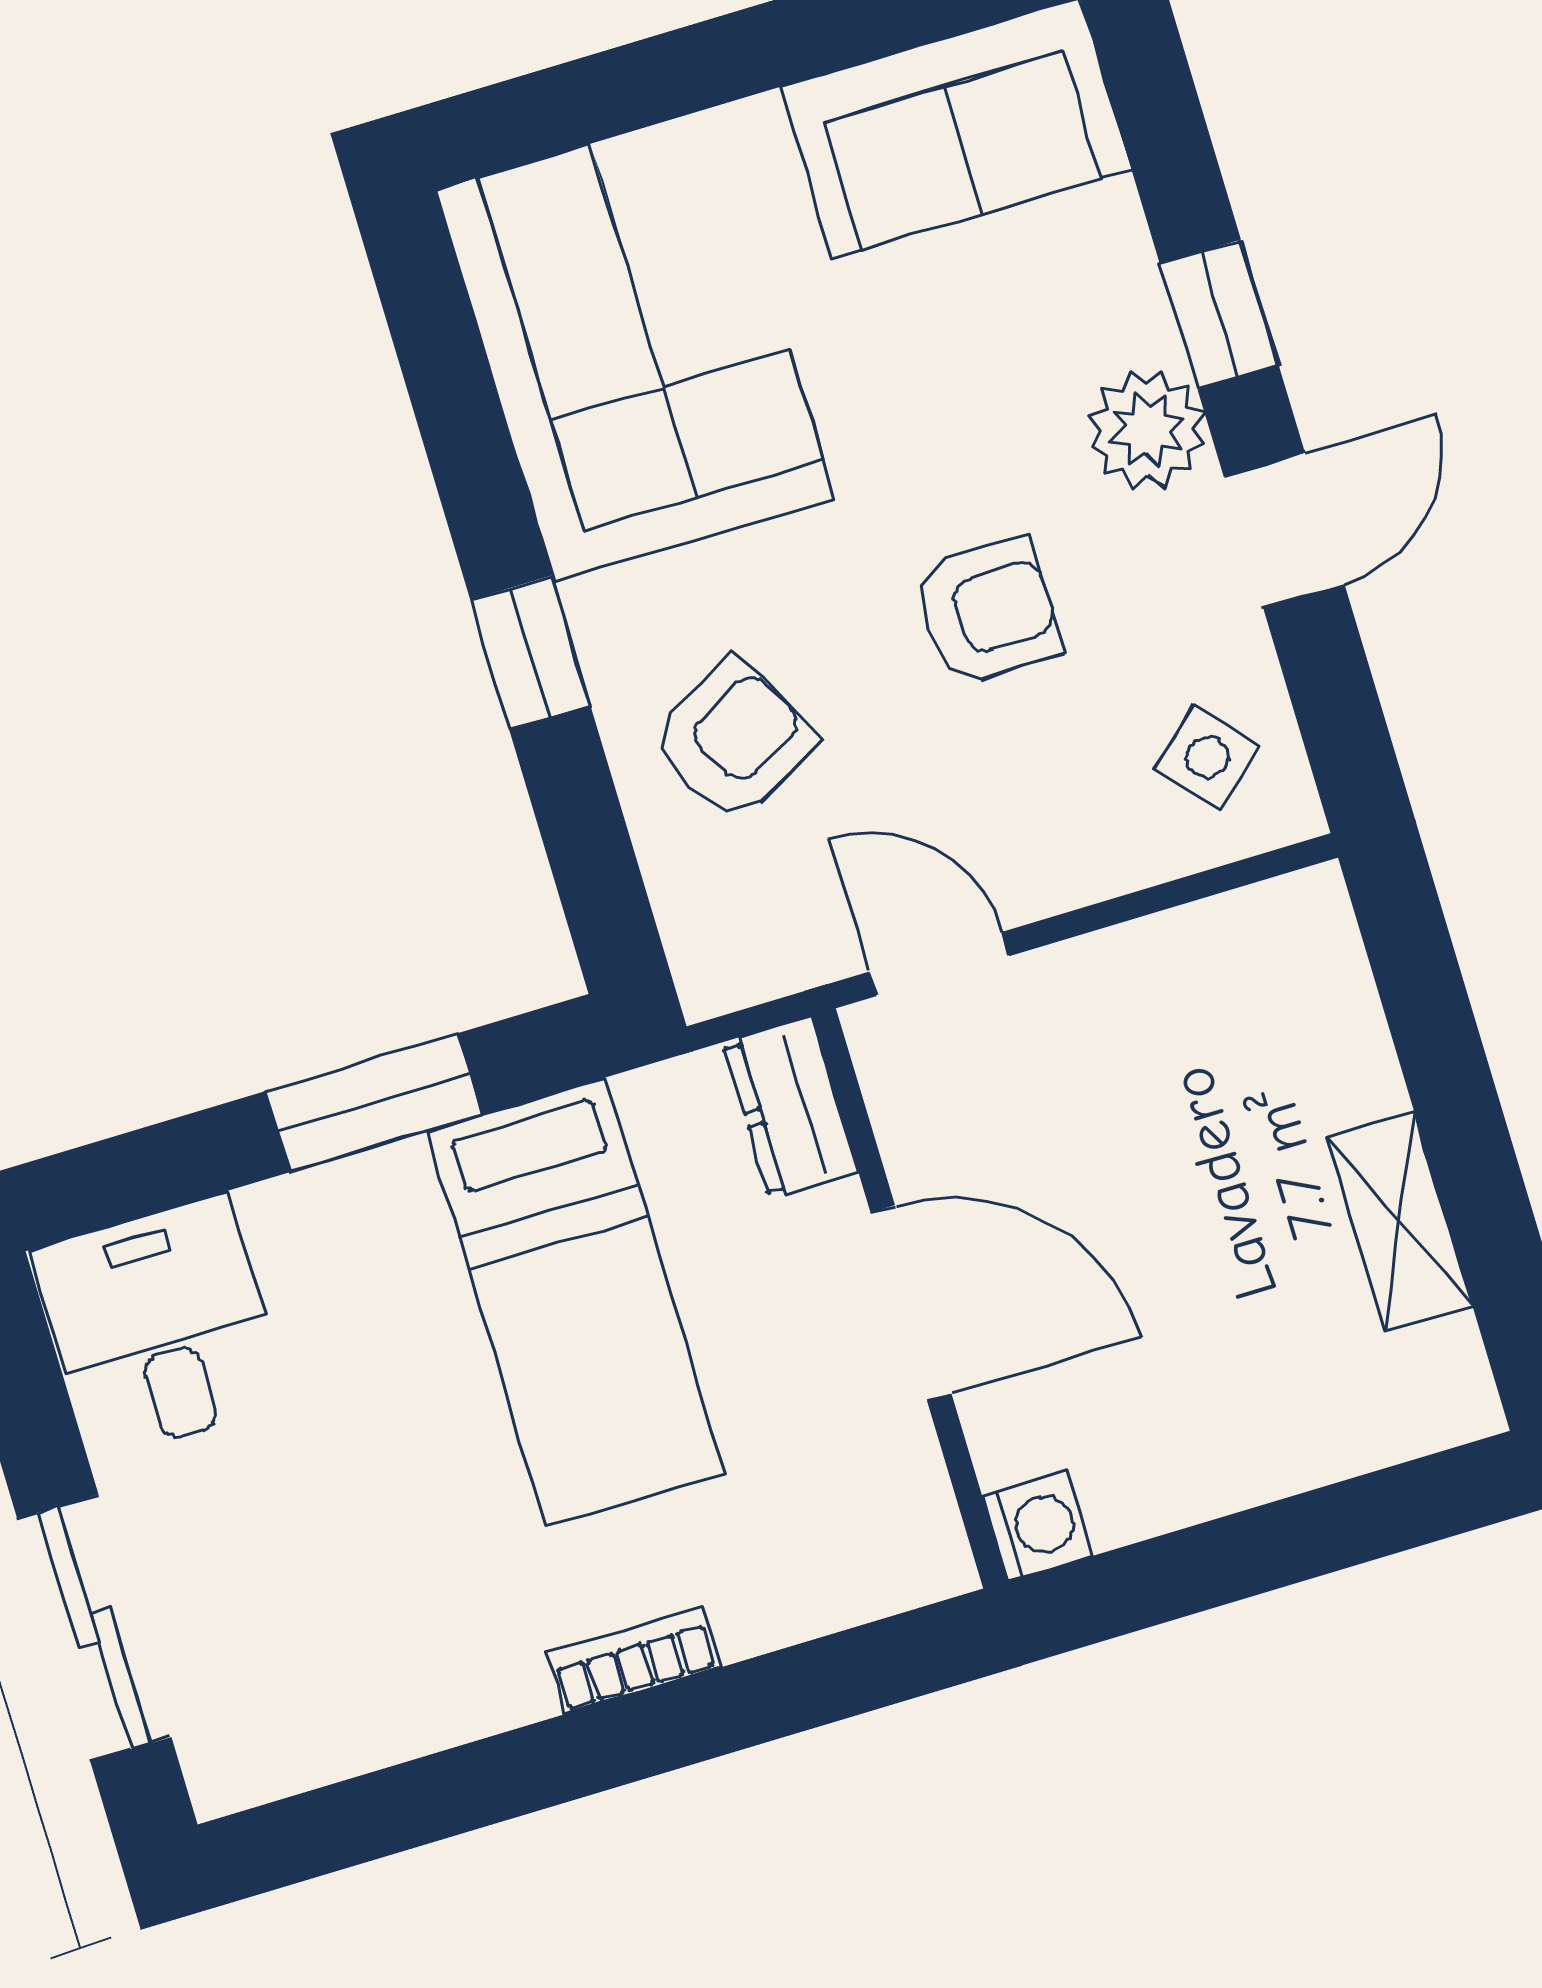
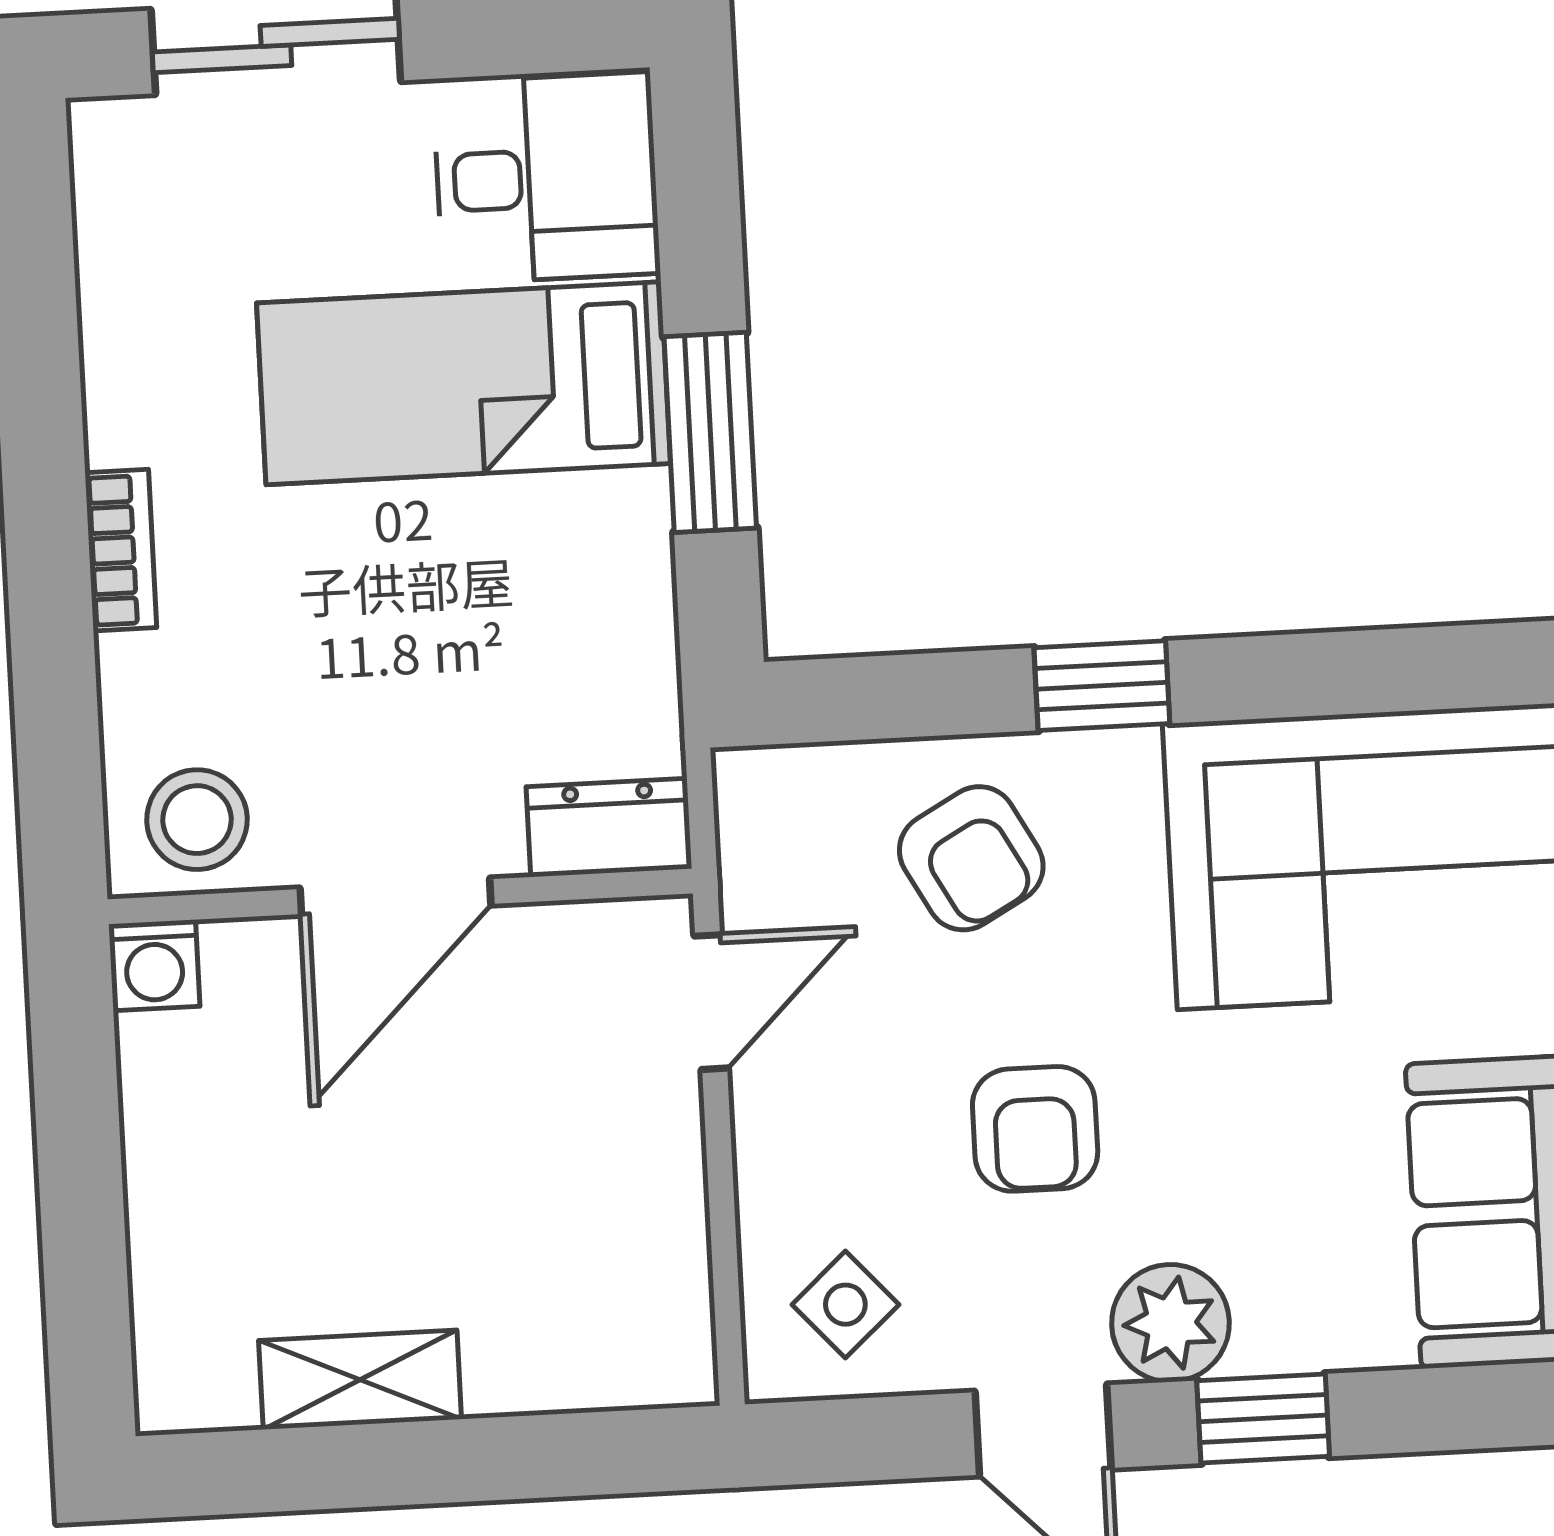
bed: (576, 1302) -> (464, 383), moved
stool: (882, 1519) -> (197, 820), added

